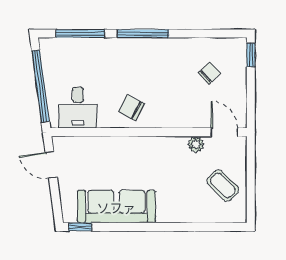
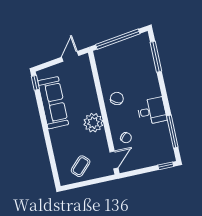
window: (143, 34) -> (172, 132), moved
chair: (209, 73) -> (126, 138), moved
desk: (78, 108) -> (152, 111), moved, turned 180
plant: (196, 144) -> (93, 123), moved, width x1.88, depth x1.88

